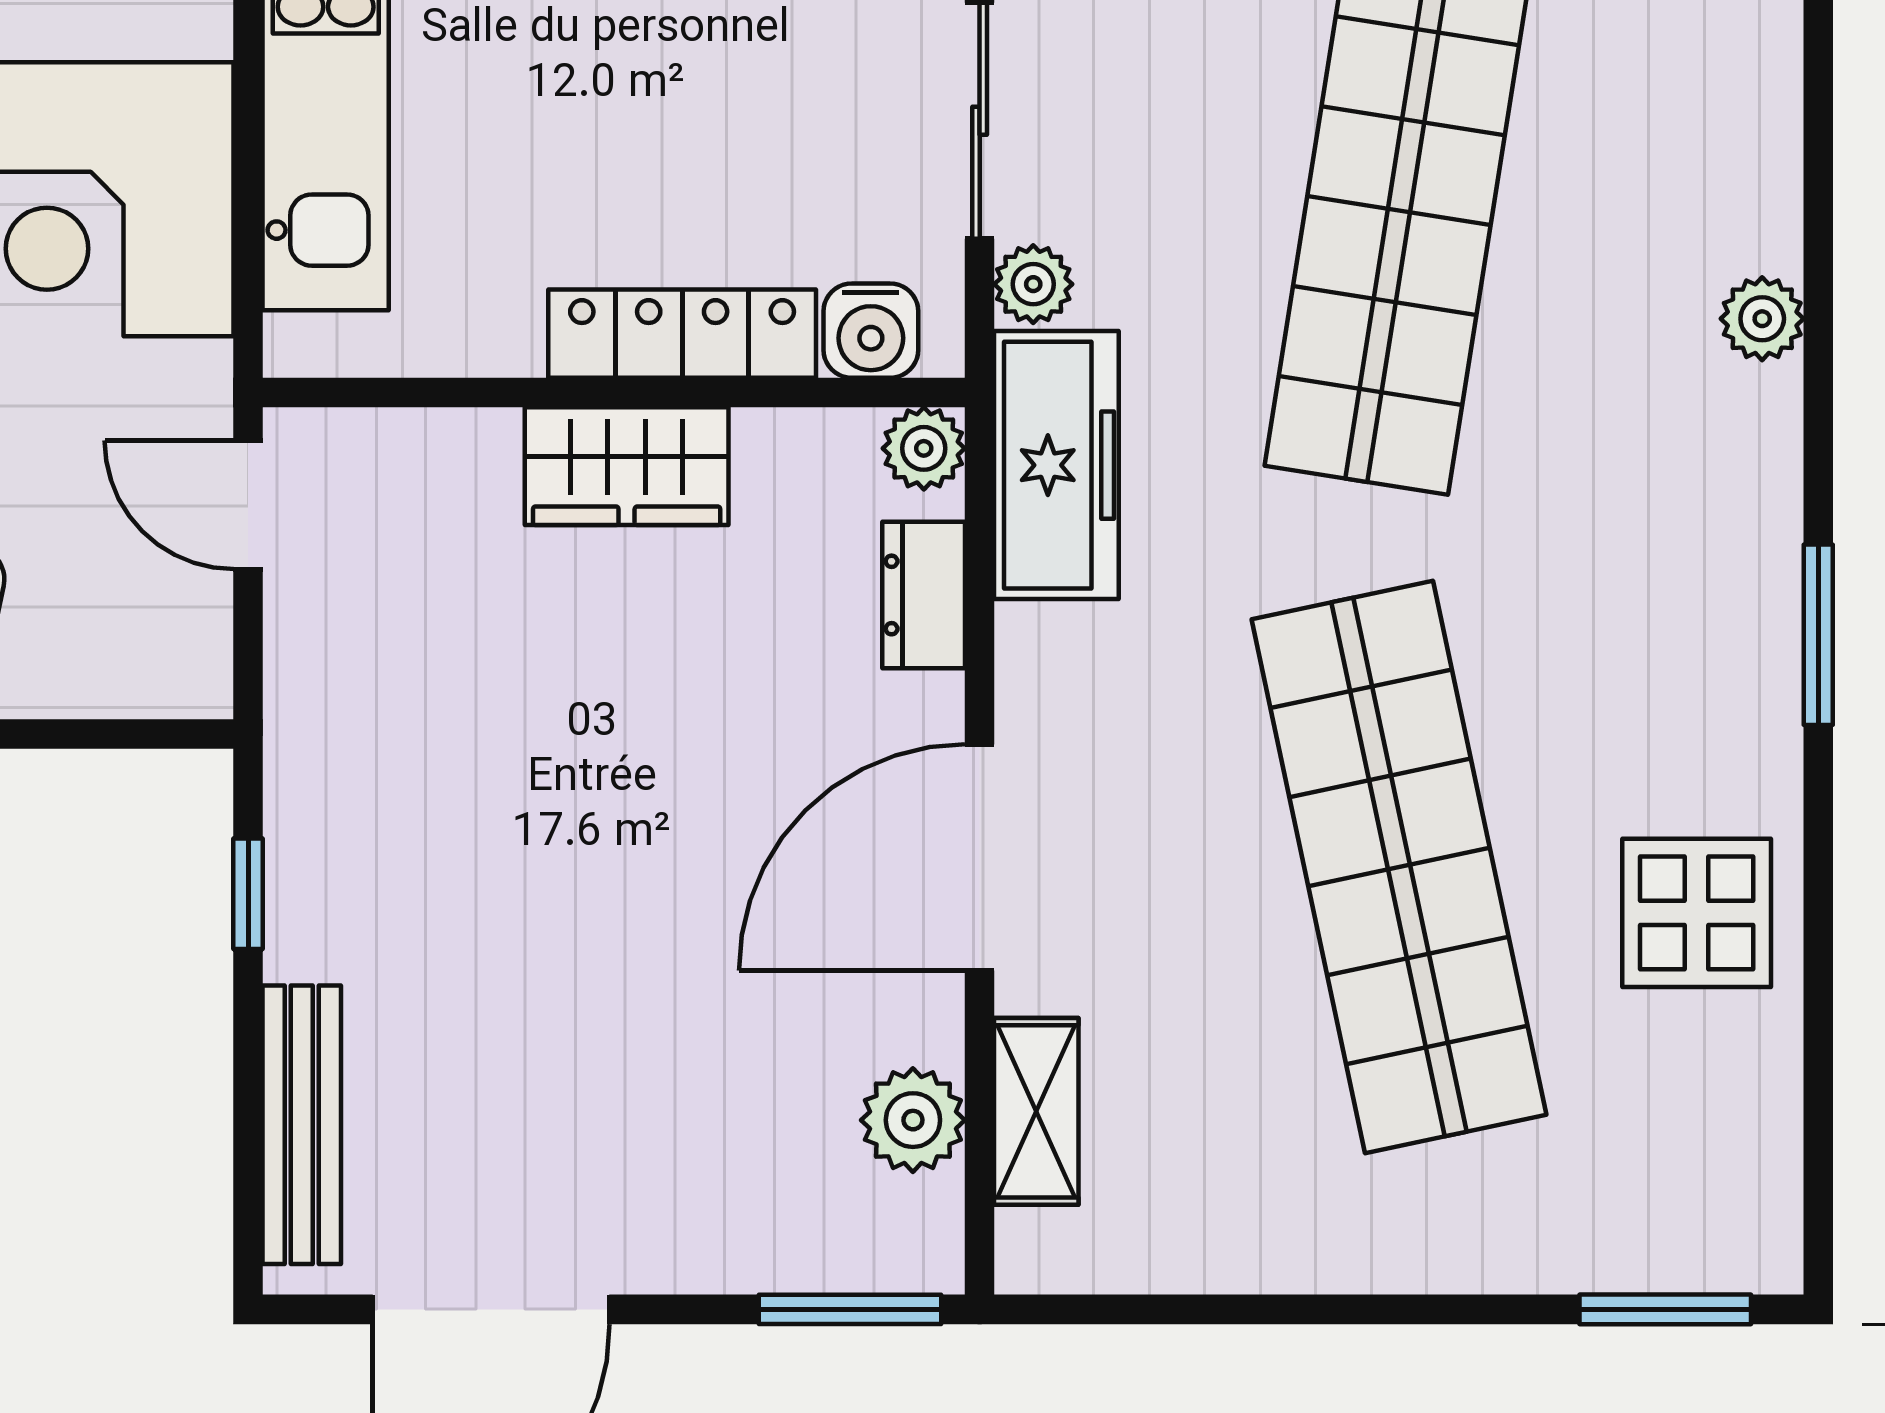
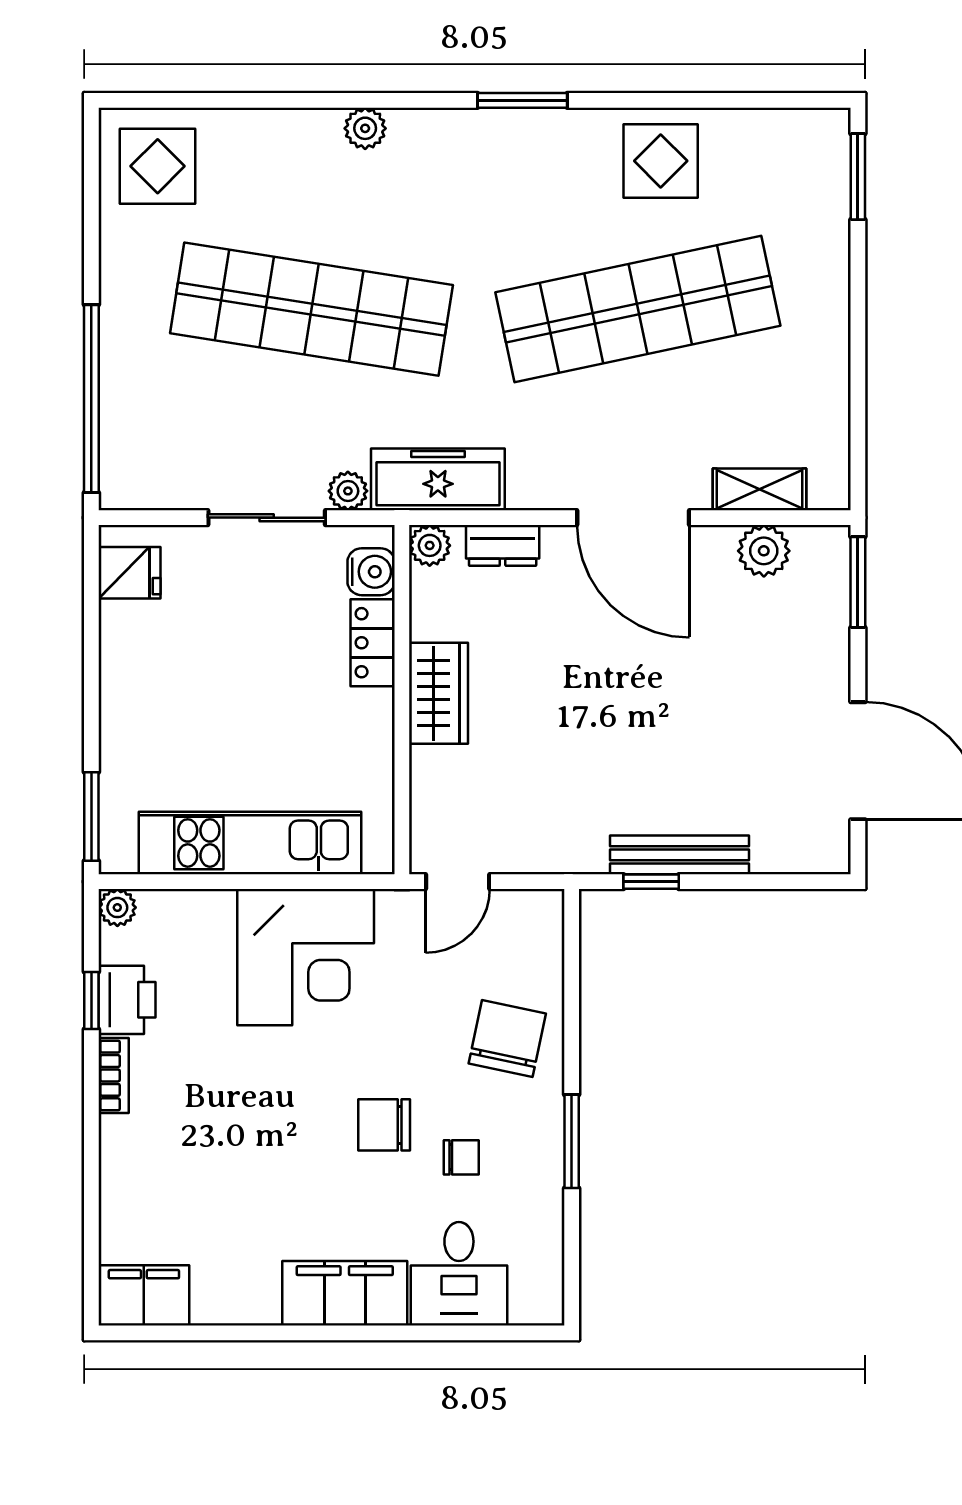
locker: (682, 334) -> (373, 643), width x0.66
bench: (302, 1125) -> (680, 855), moved

